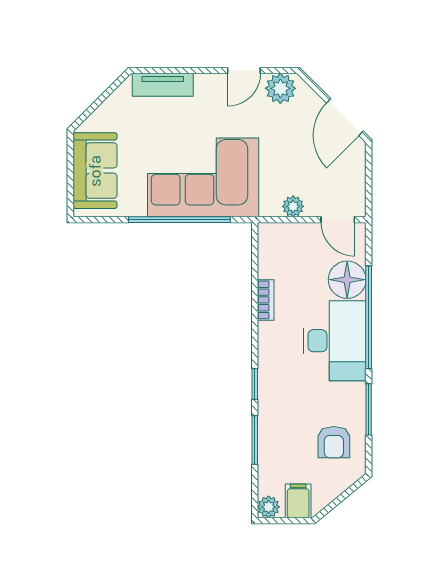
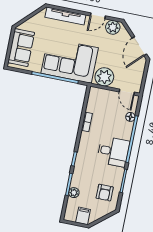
tv unit: (163, 85) -> (65, 16), width x1.41
plant: (293, 206) -> (104, 77), width x1.87, depth x1.87
floor lamp: (347, 280) -> (130, 117), width x0.53, depth x0.53
desk: (334, 341) -> (113, 152), width x0.73
plant: (269, 507) -> (74, 193), moved

